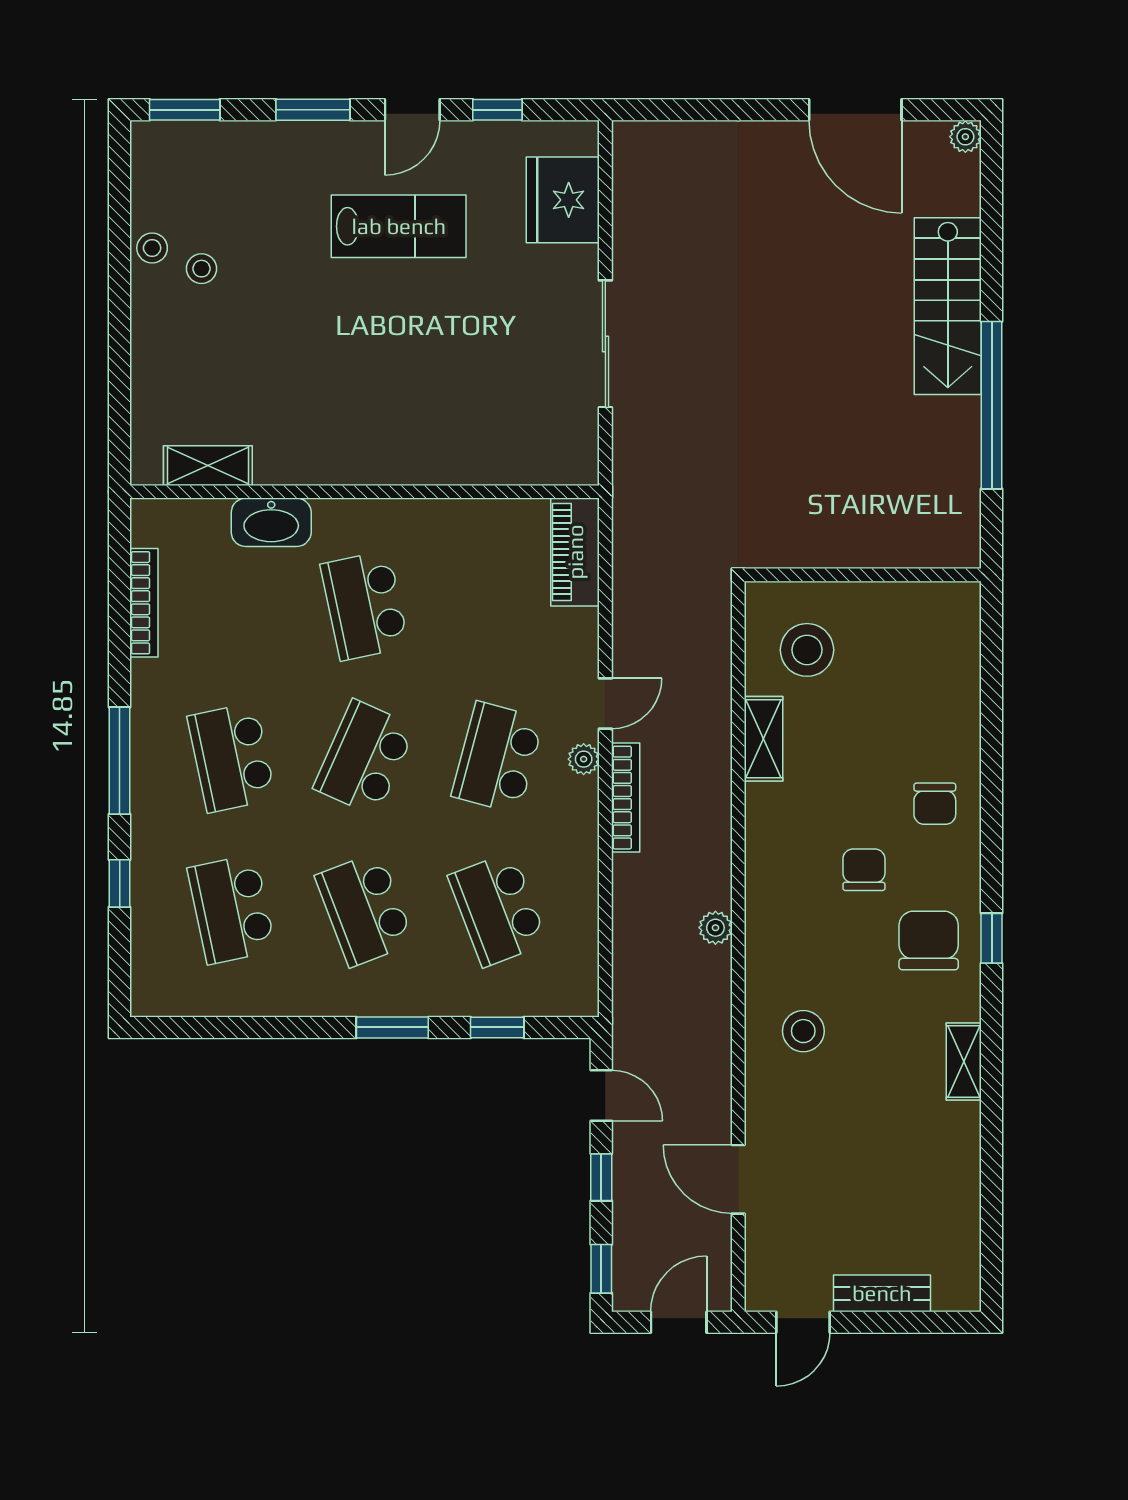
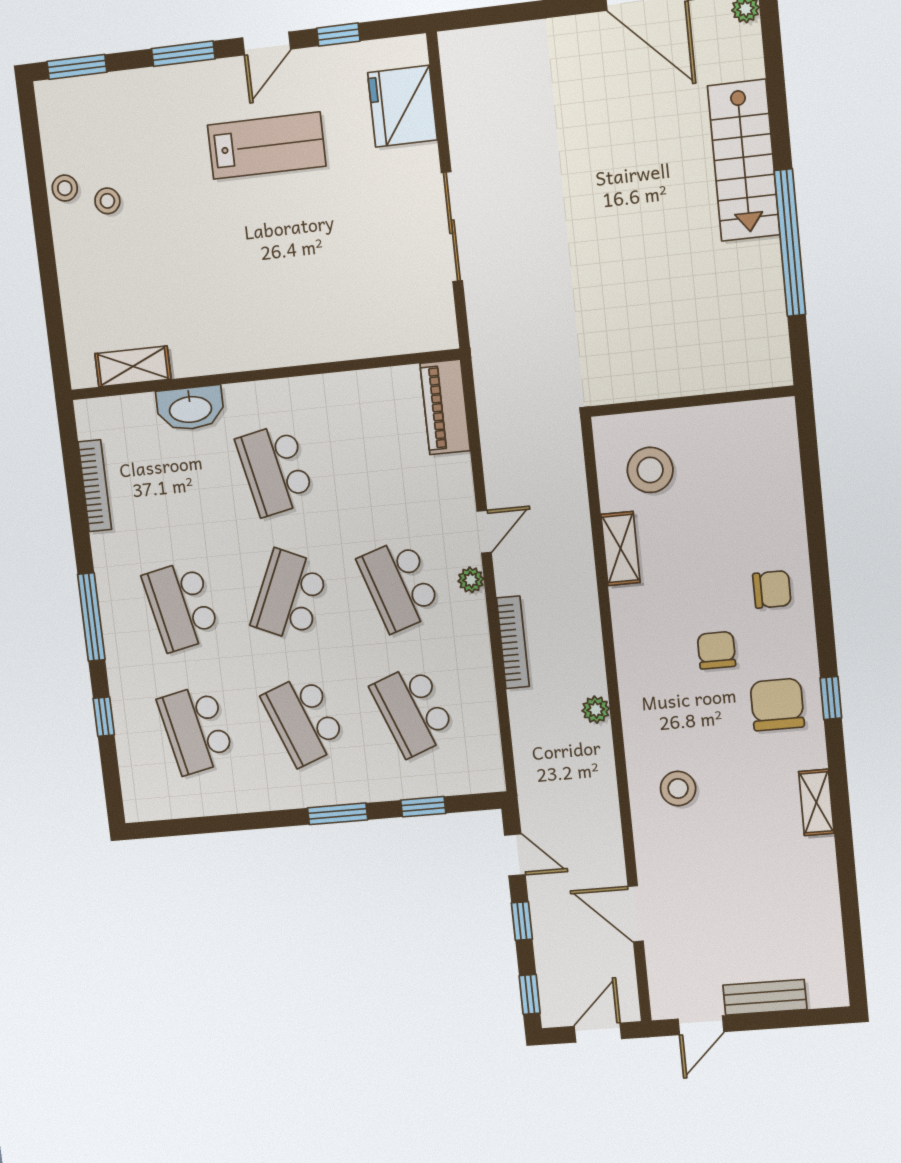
school desk: (498, 757) -> (399, 585), turned -33
bookcase: (626, 798) -> (513, 642), moved
chair: (935, 804) -> (772, 589), turned -90

